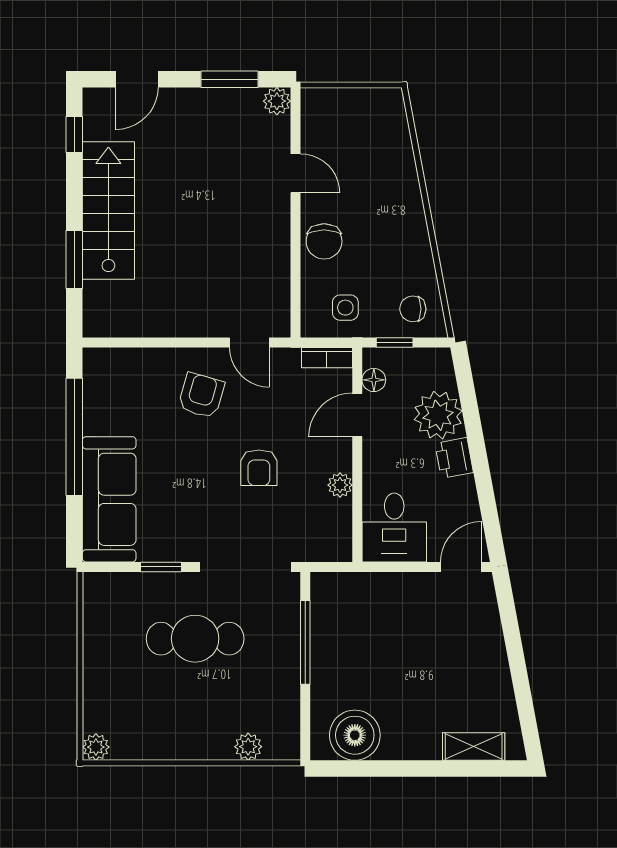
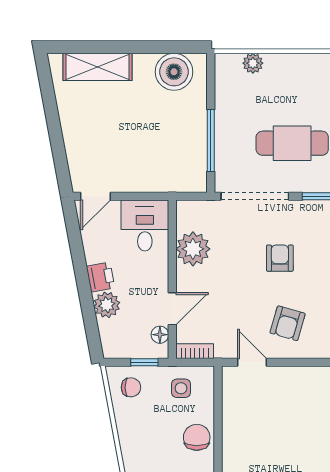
plant: (438, 415) -> (107, 305), width x0.73, depth x0.73
armchair: (259, 468) -> (280, 258), moved
plant: (340, 485) -> (193, 249), width x1.87, depth x1.87
shelving: (474, 746) -> (97, 67), width x1.50, depth x1.33

